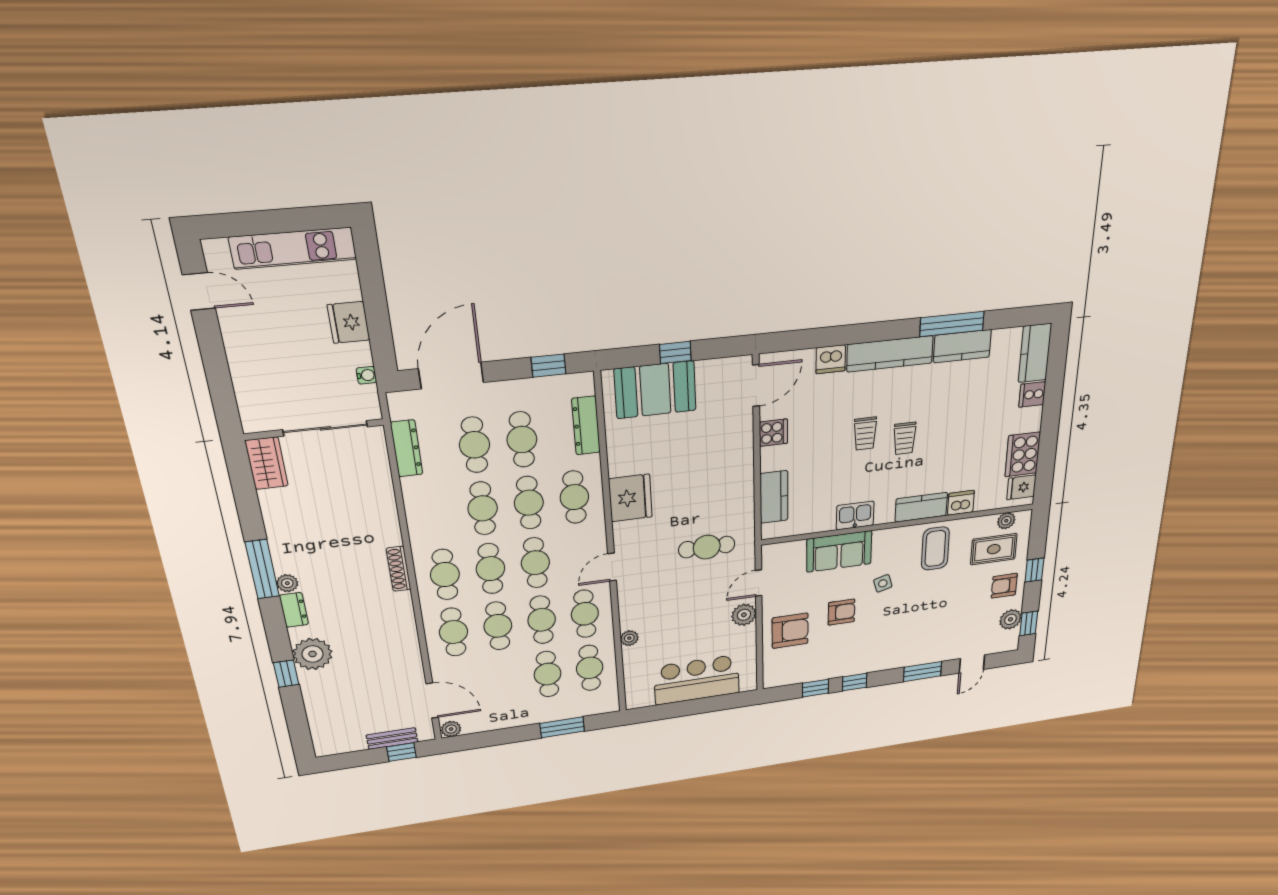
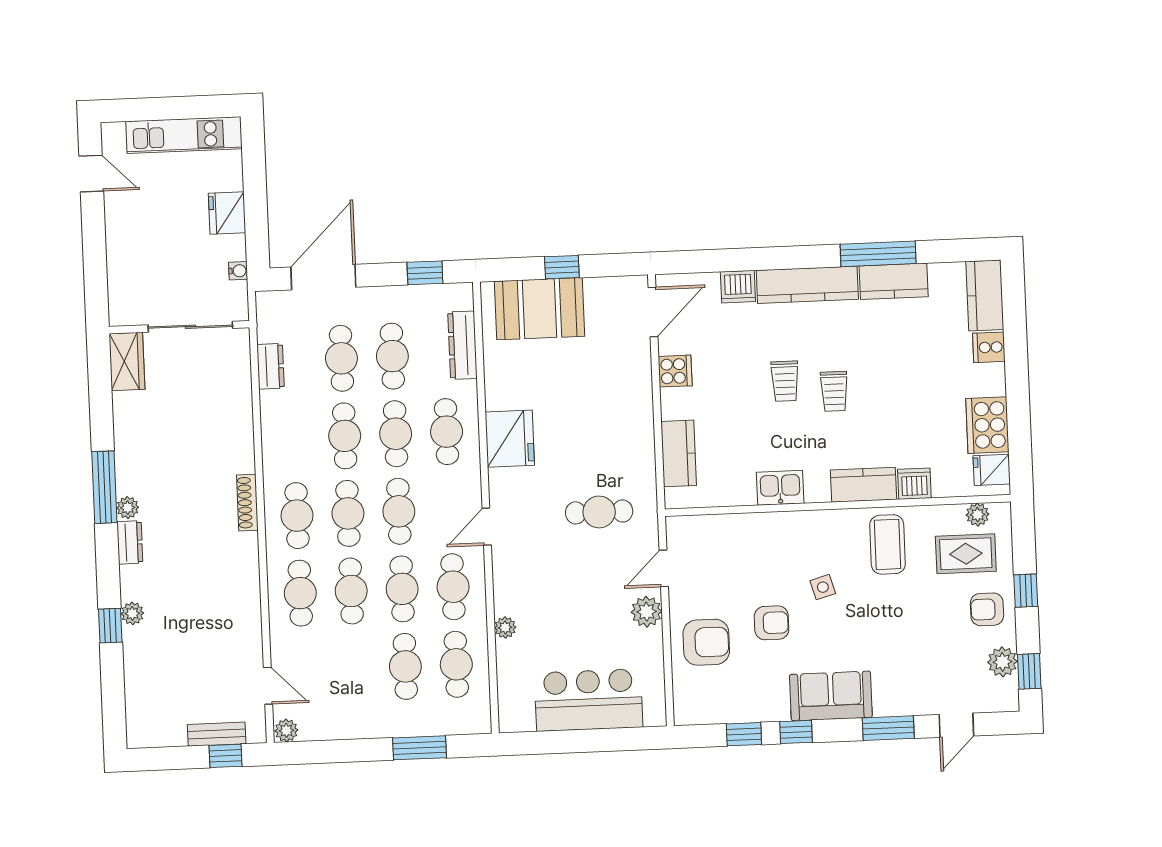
dresser: (407, 448) -> (271, 366), width x0.70
sofa: (839, 551) -> (831, 696), moved, turned 180
plant: (313, 654) -> (132, 613), width x0.53, depth x0.53
door: (432, 701) -> (268, 686), width x0.73

